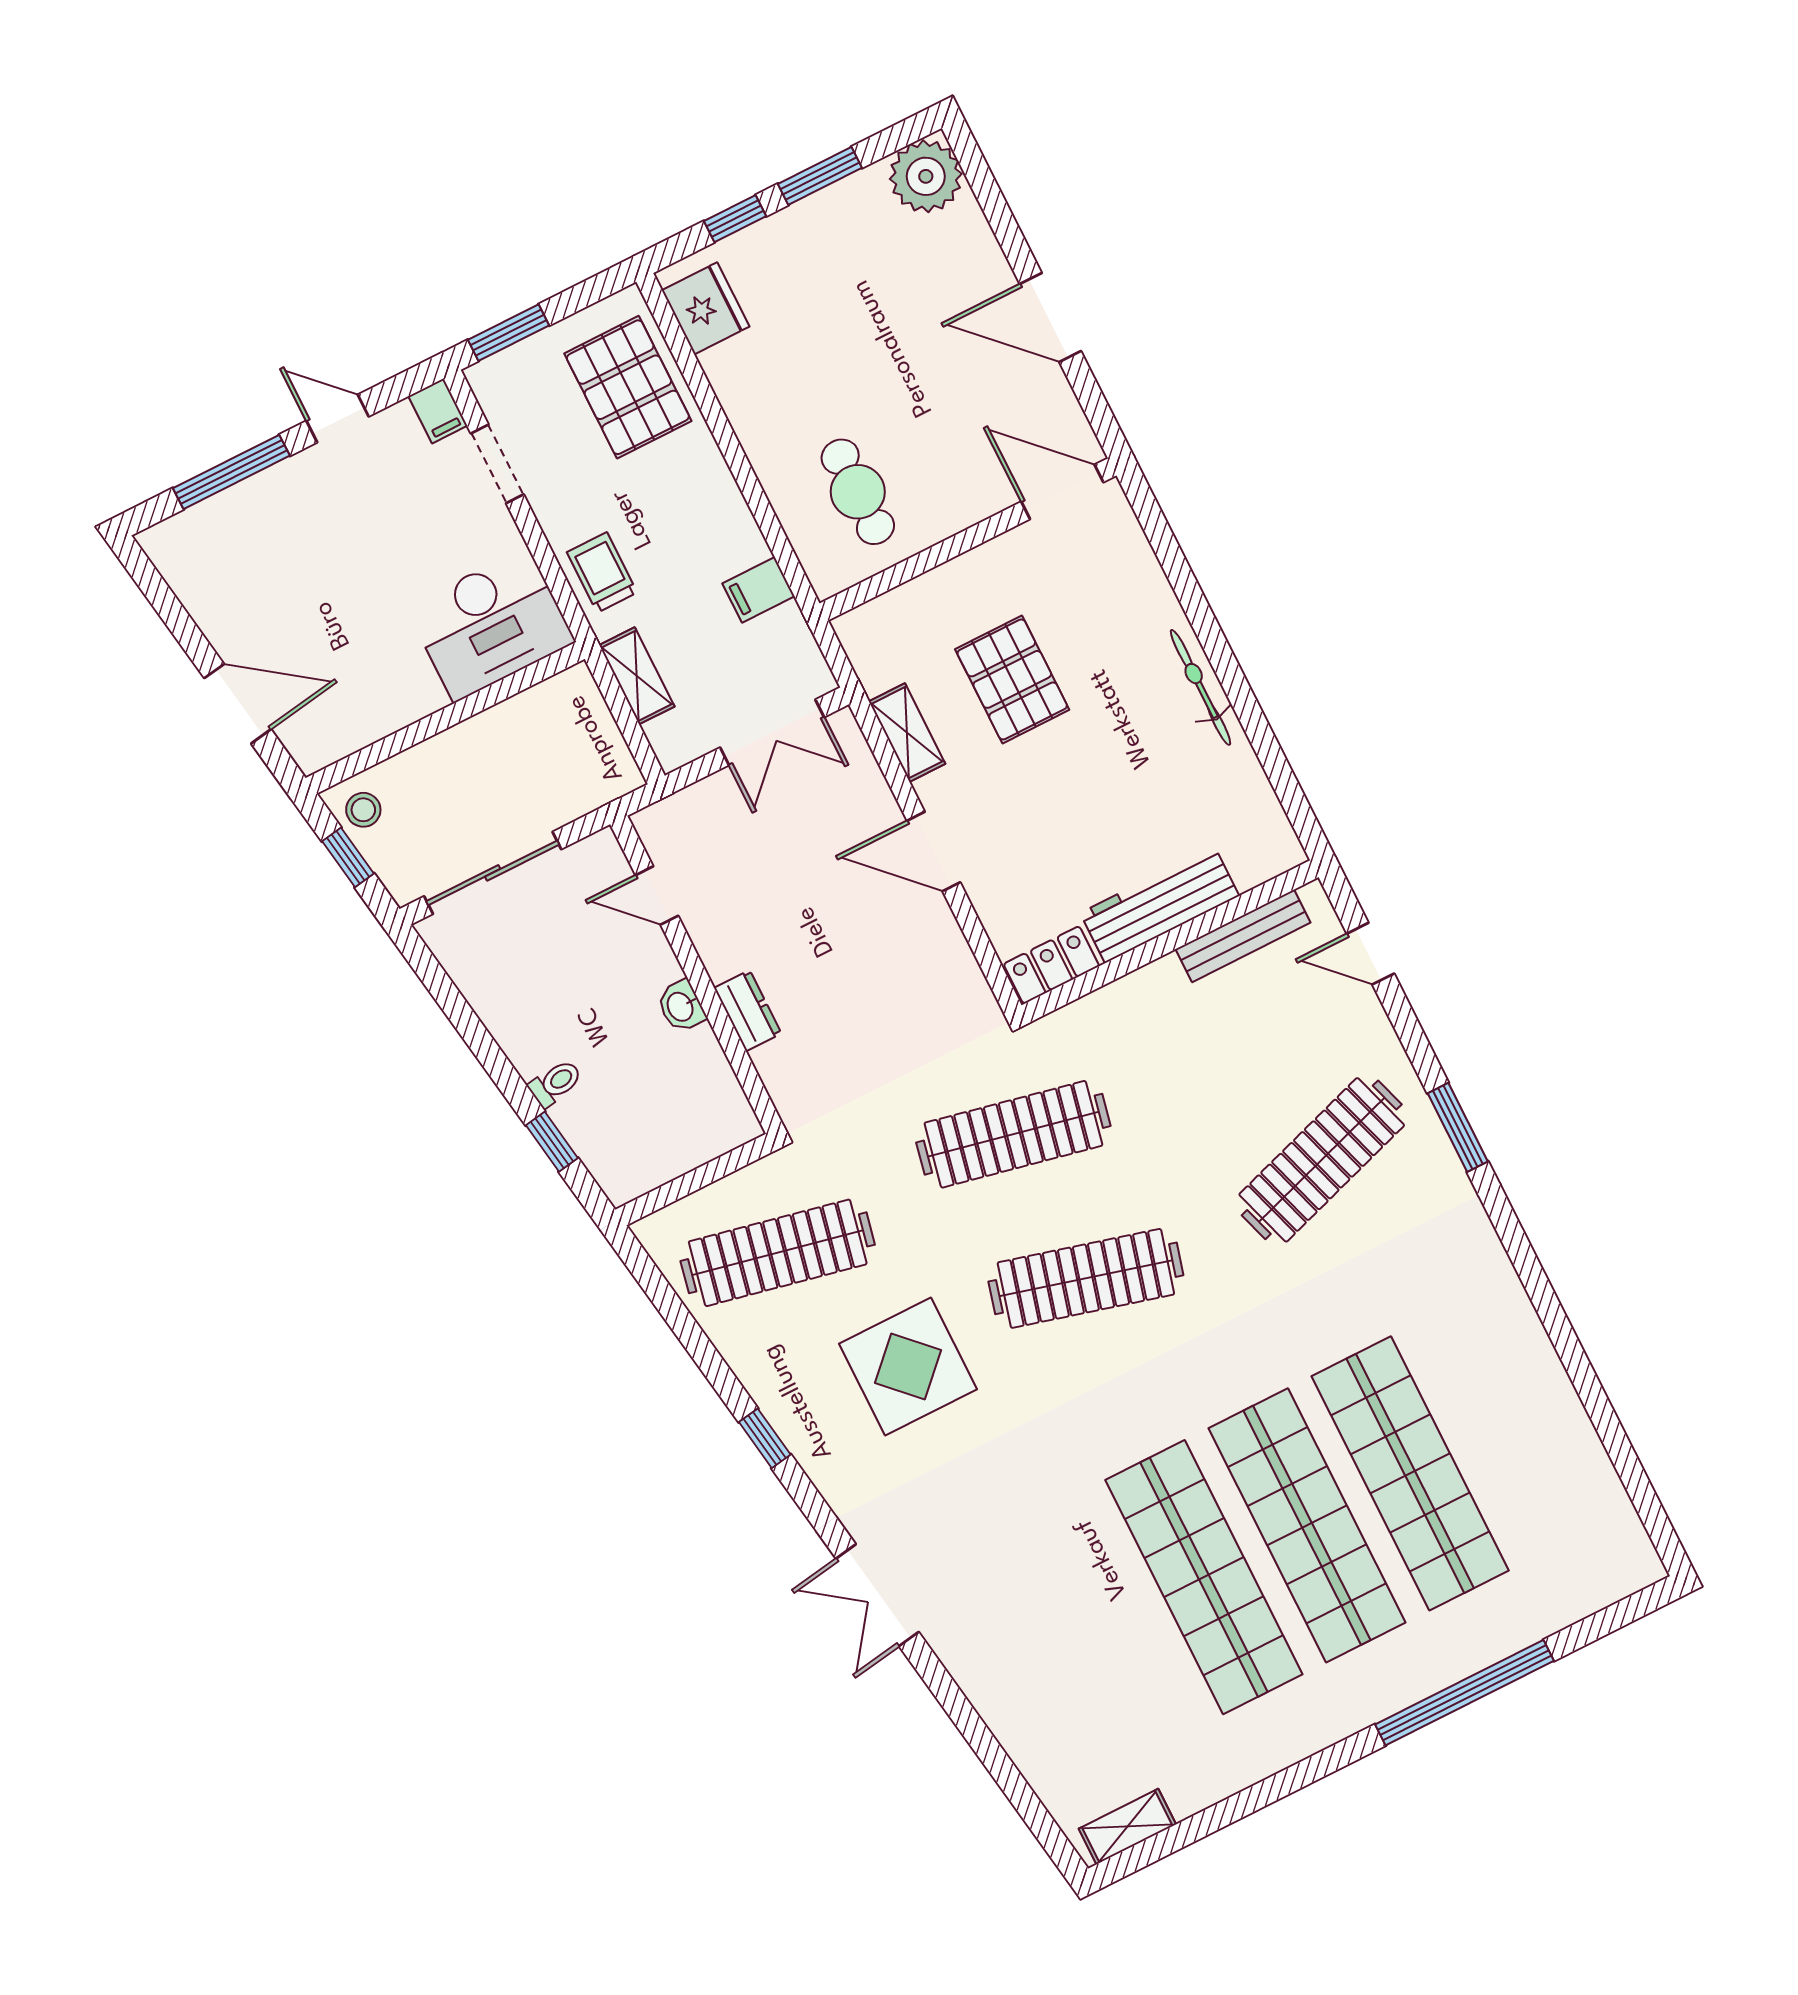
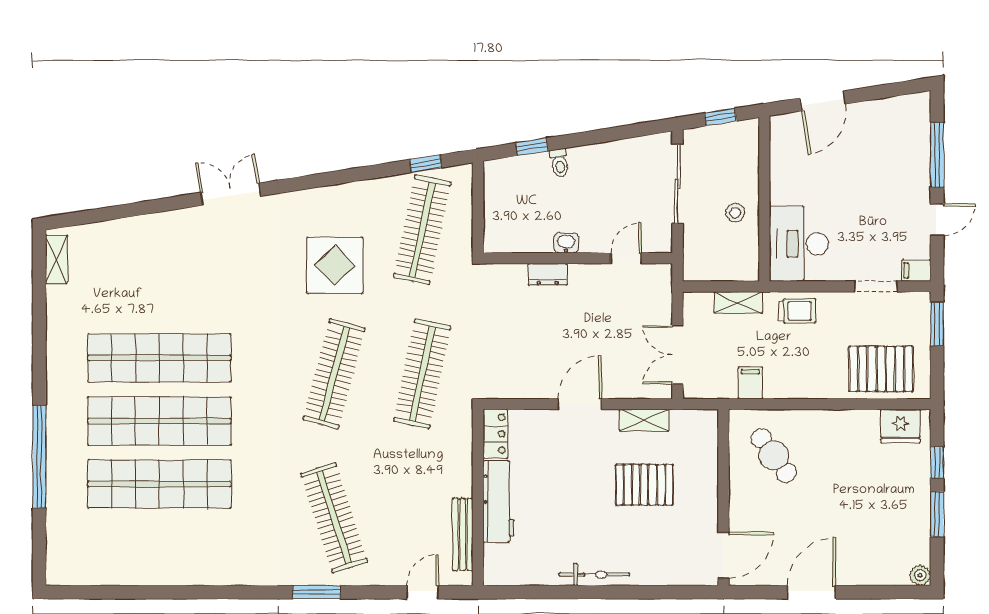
plant: (926, 176) -> (920, 575), width x0.53, depth x0.53
cafe table: (858, 492) -> (774, 455), turned 54
stool: (363, 810) -> (735, 213), moved
window: (765, 1438) -> (426, 164), moved

